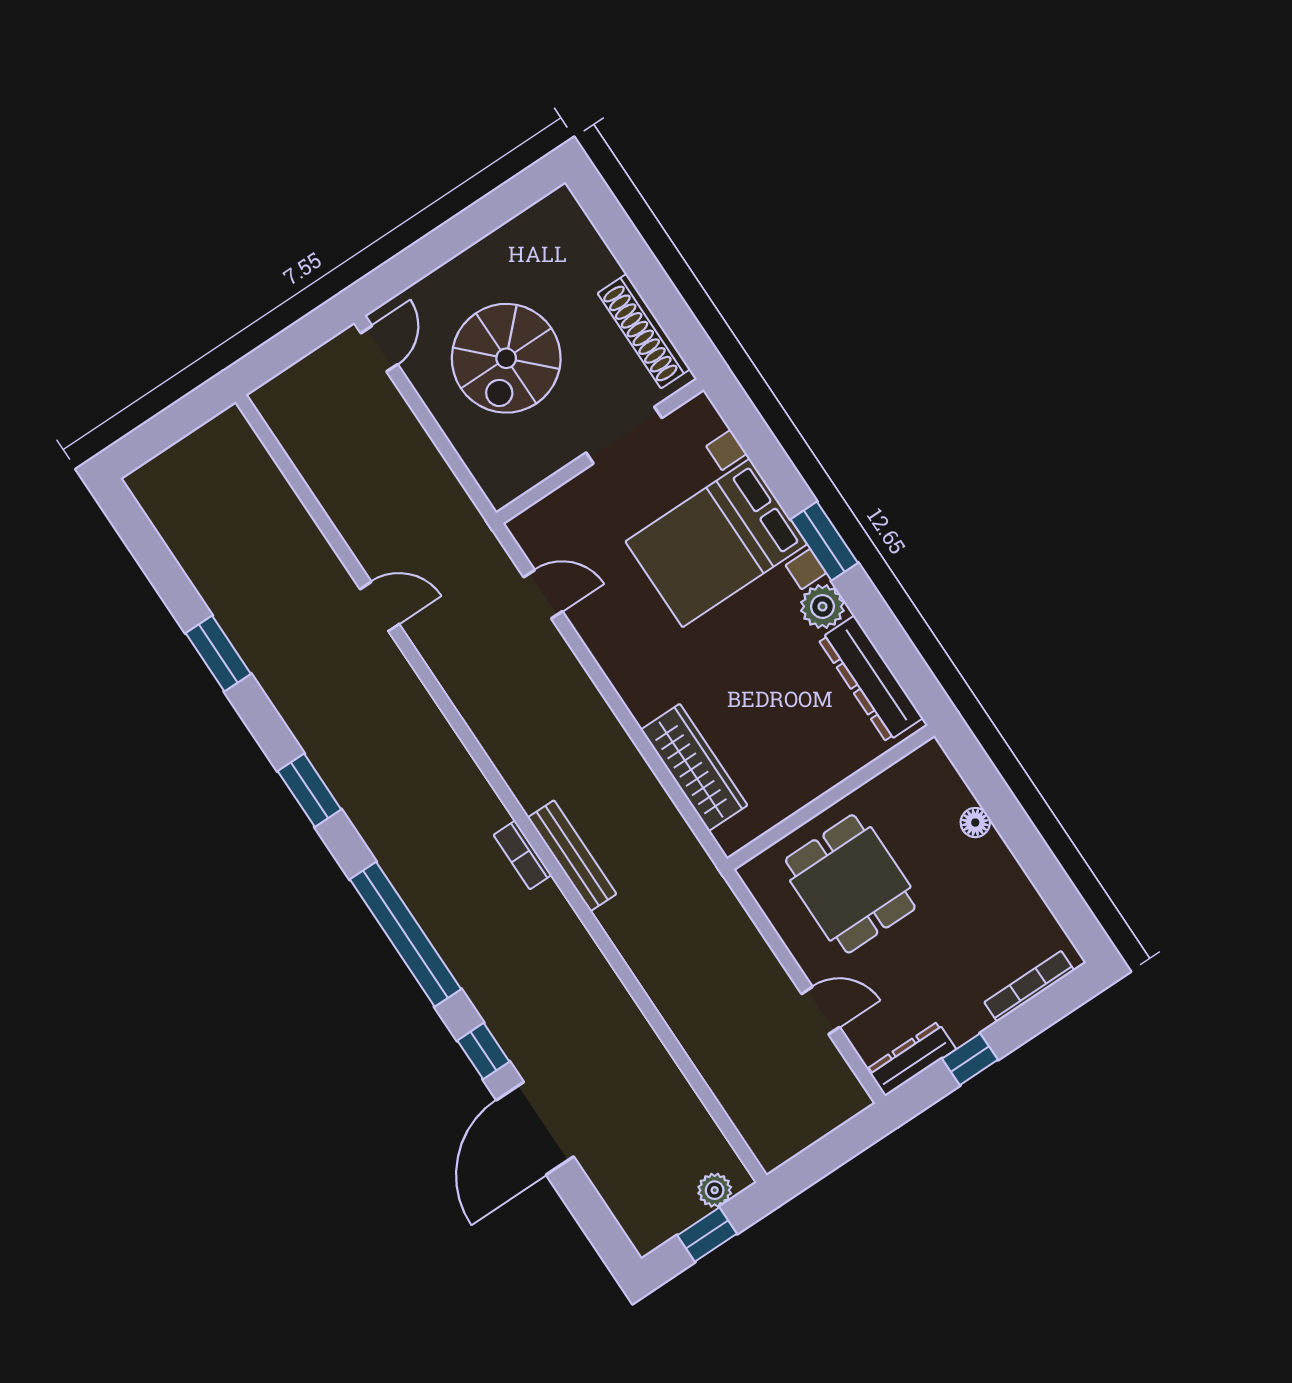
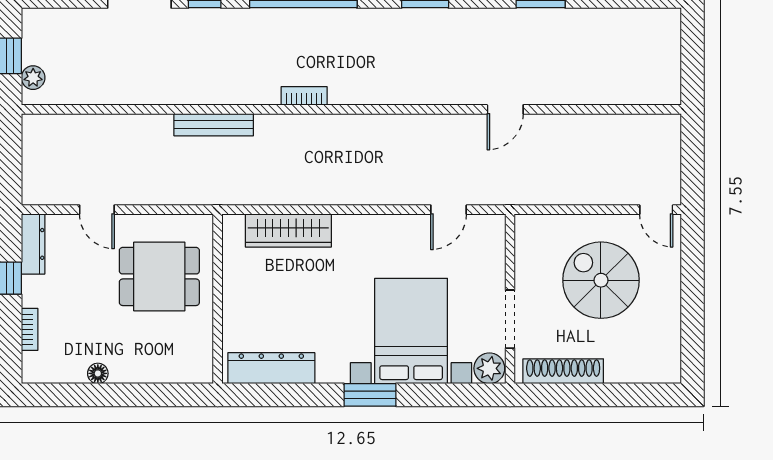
plant: (822, 607) -> (489, 368), moved
floor lamp: (975, 823) -> (98, 373), moved
bench: (572, 856) -> (214, 125), moved
bookcase: (1029, 986) -> (30, 329), width x0.64
door: (821, 1010) -> (97, 210), hinge flipped

